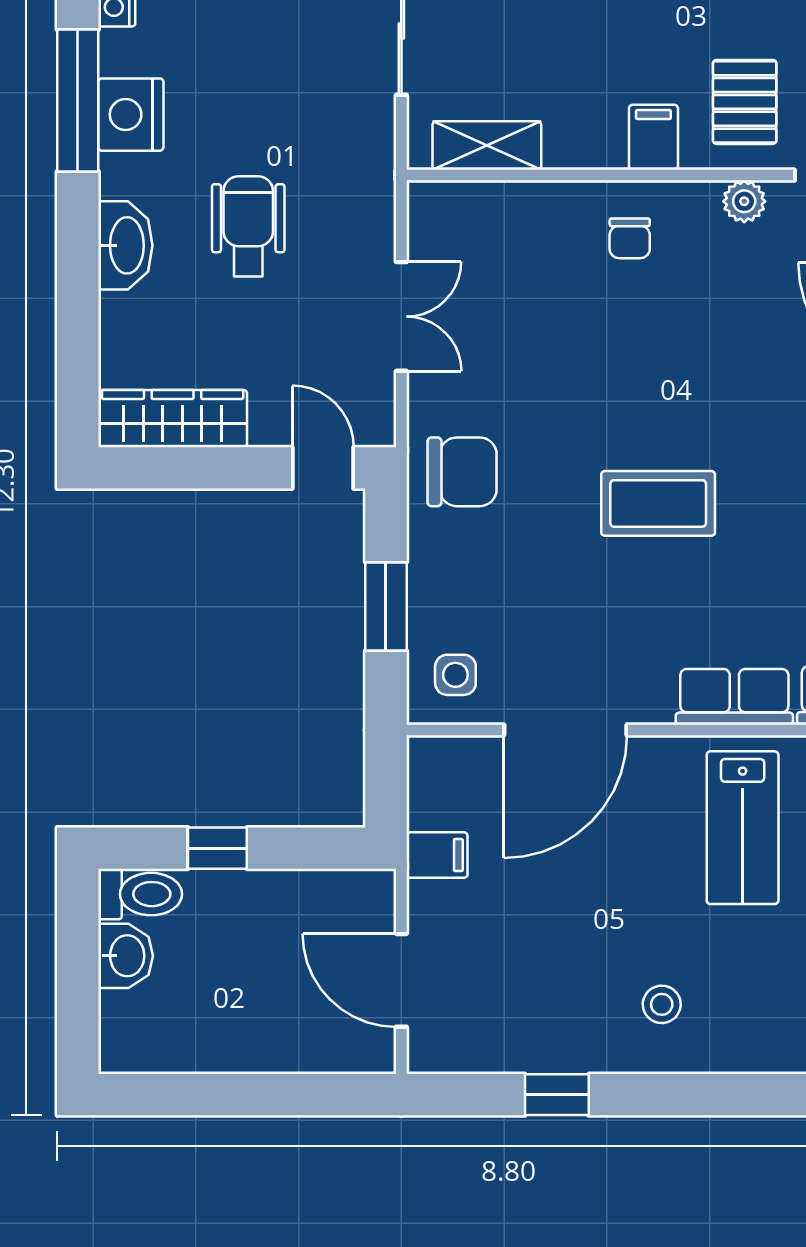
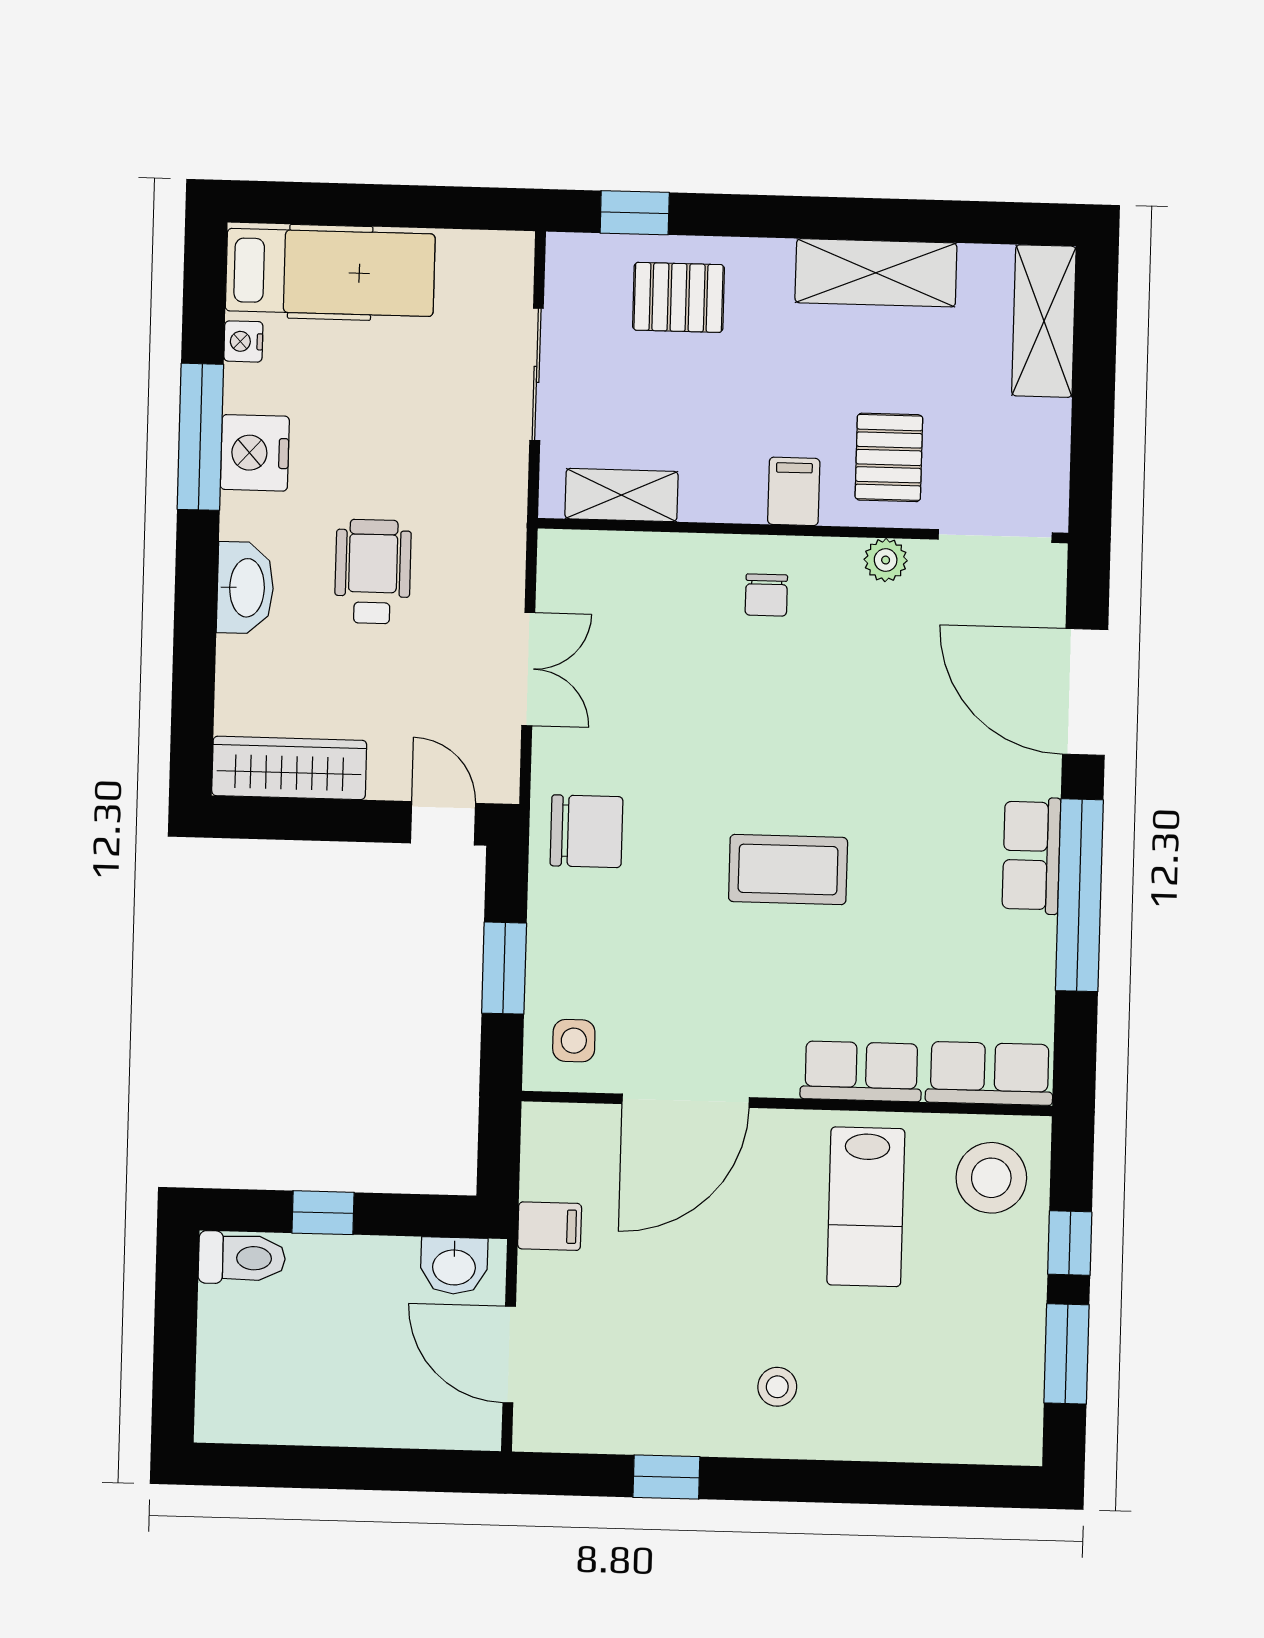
washbasin: (126, 956) -> (454, 1266), moved, turned 90

